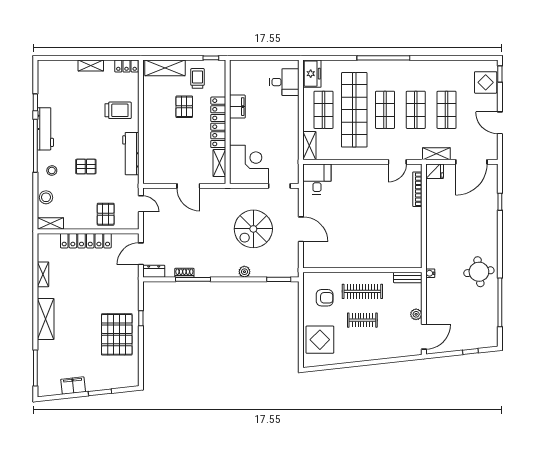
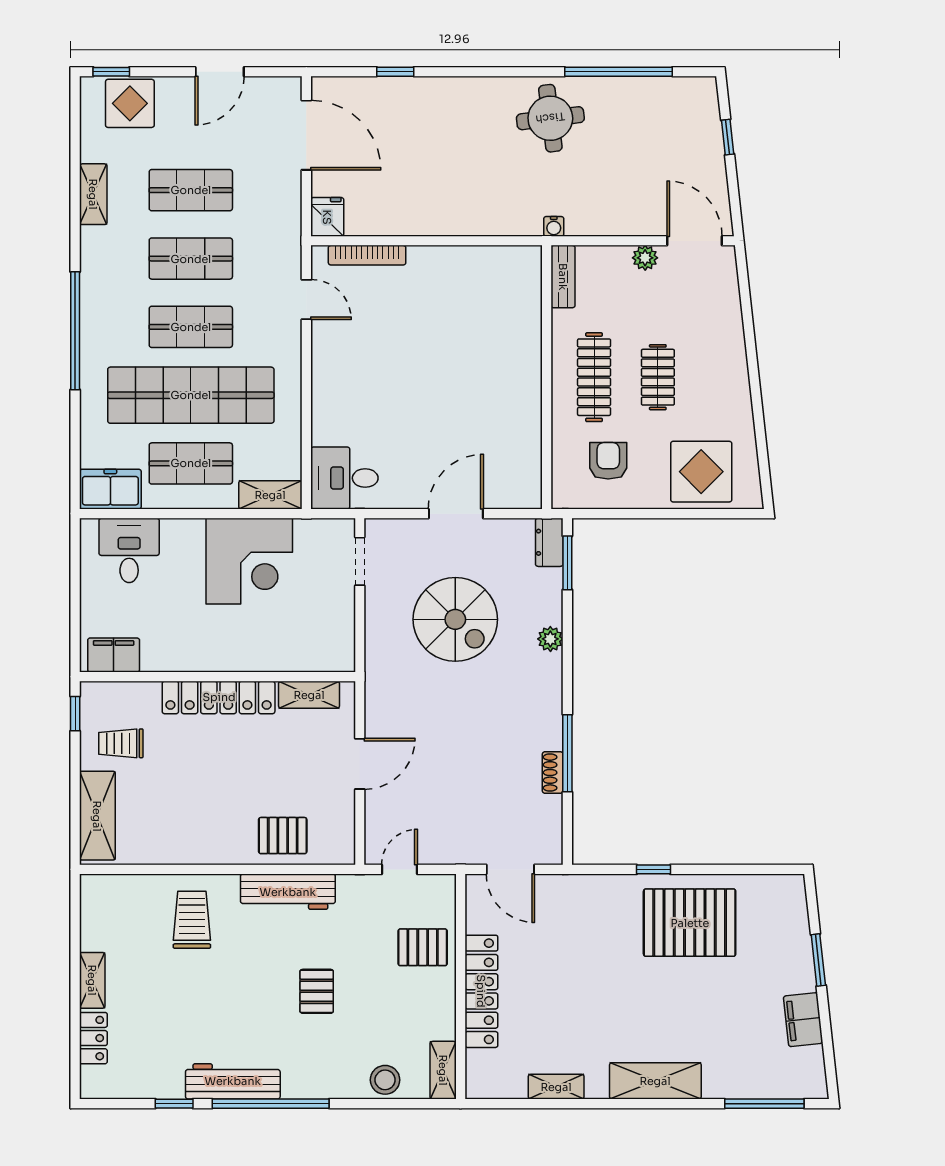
locker: (126, 66) -> (93, 1038), moved
pallet: (184, 107) -> (283, 836), moved
filing cabinet: (237, 107) -> (114, 655), moved
shelving: (436, 154) -> (93, 194), moved
corner desk: (249, 165) -> (249, 561), moved, turned 180
stool: (52, 171) -> (326, 1067), removed
dresser: (154, 271) -> (549, 542), moved

